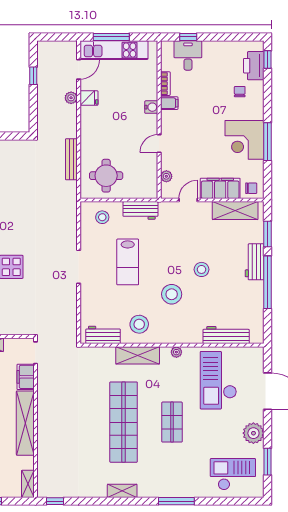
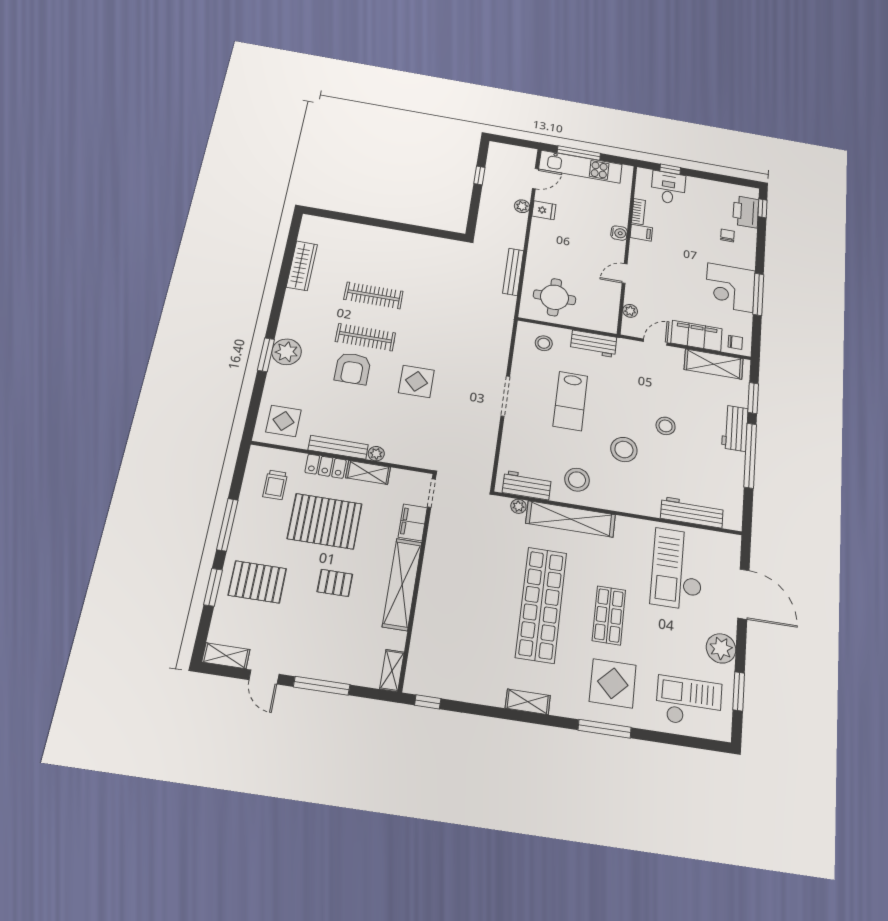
plant: (176, 352) -> (518, 506), moved
shelving: (138, 355) -> (571, 519), width x1.47
display table: (179, 469) -> (613, 683), added

